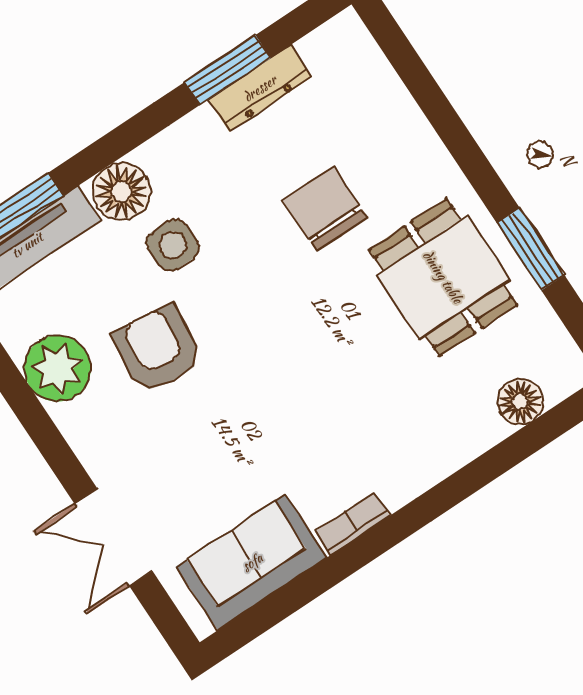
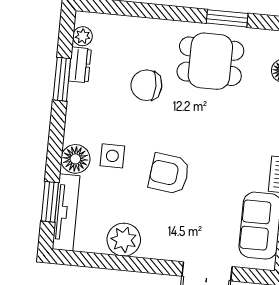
plant: (320, 48) -> (83, 36), added
dresser: (260, 88) -> (80, 65), width x0.70
armchair: (157, 350) -> (169, 174), moved

